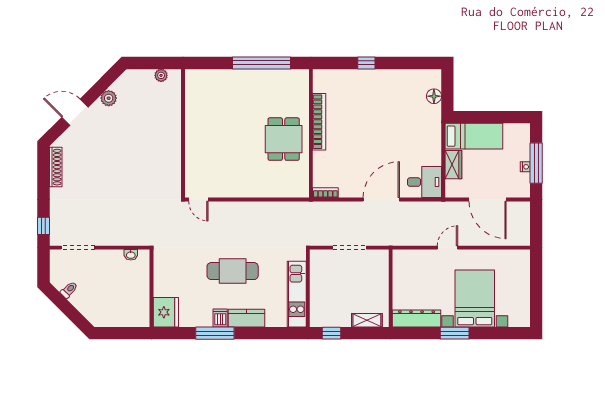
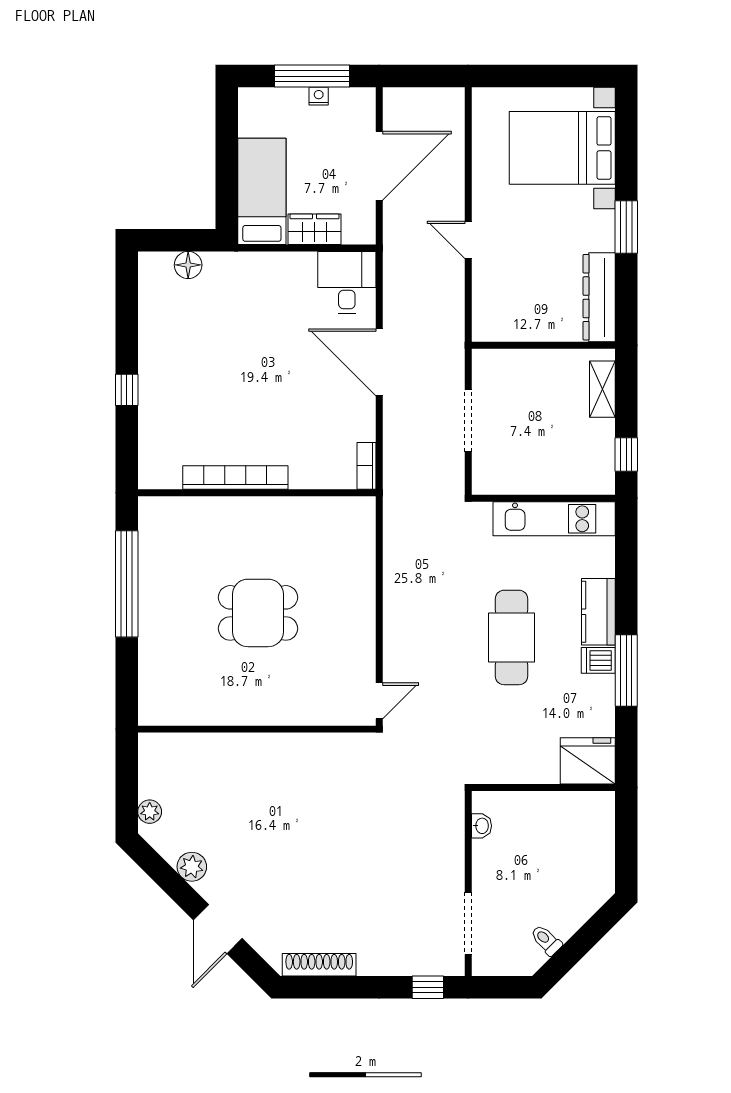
plant: (161, 75) -> (150, 812), moved
dining table: (284, 139) -> (258, 613), moved
bed with nightstands: (475, 298) -> (562, 148), moved

